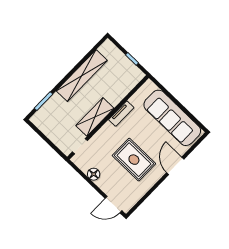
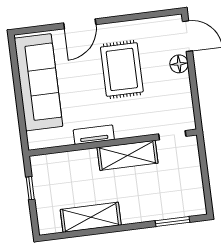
shelving: (82, 76) -> (91, 217), width x0.68
floor lamp: (94, 174) -> (179, 64), moved

